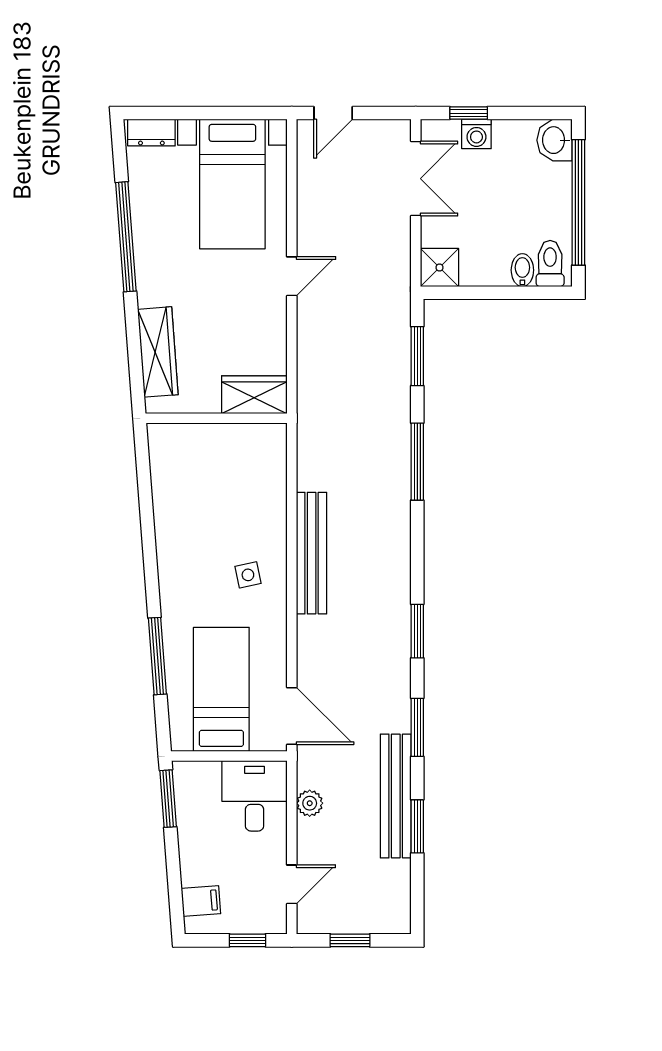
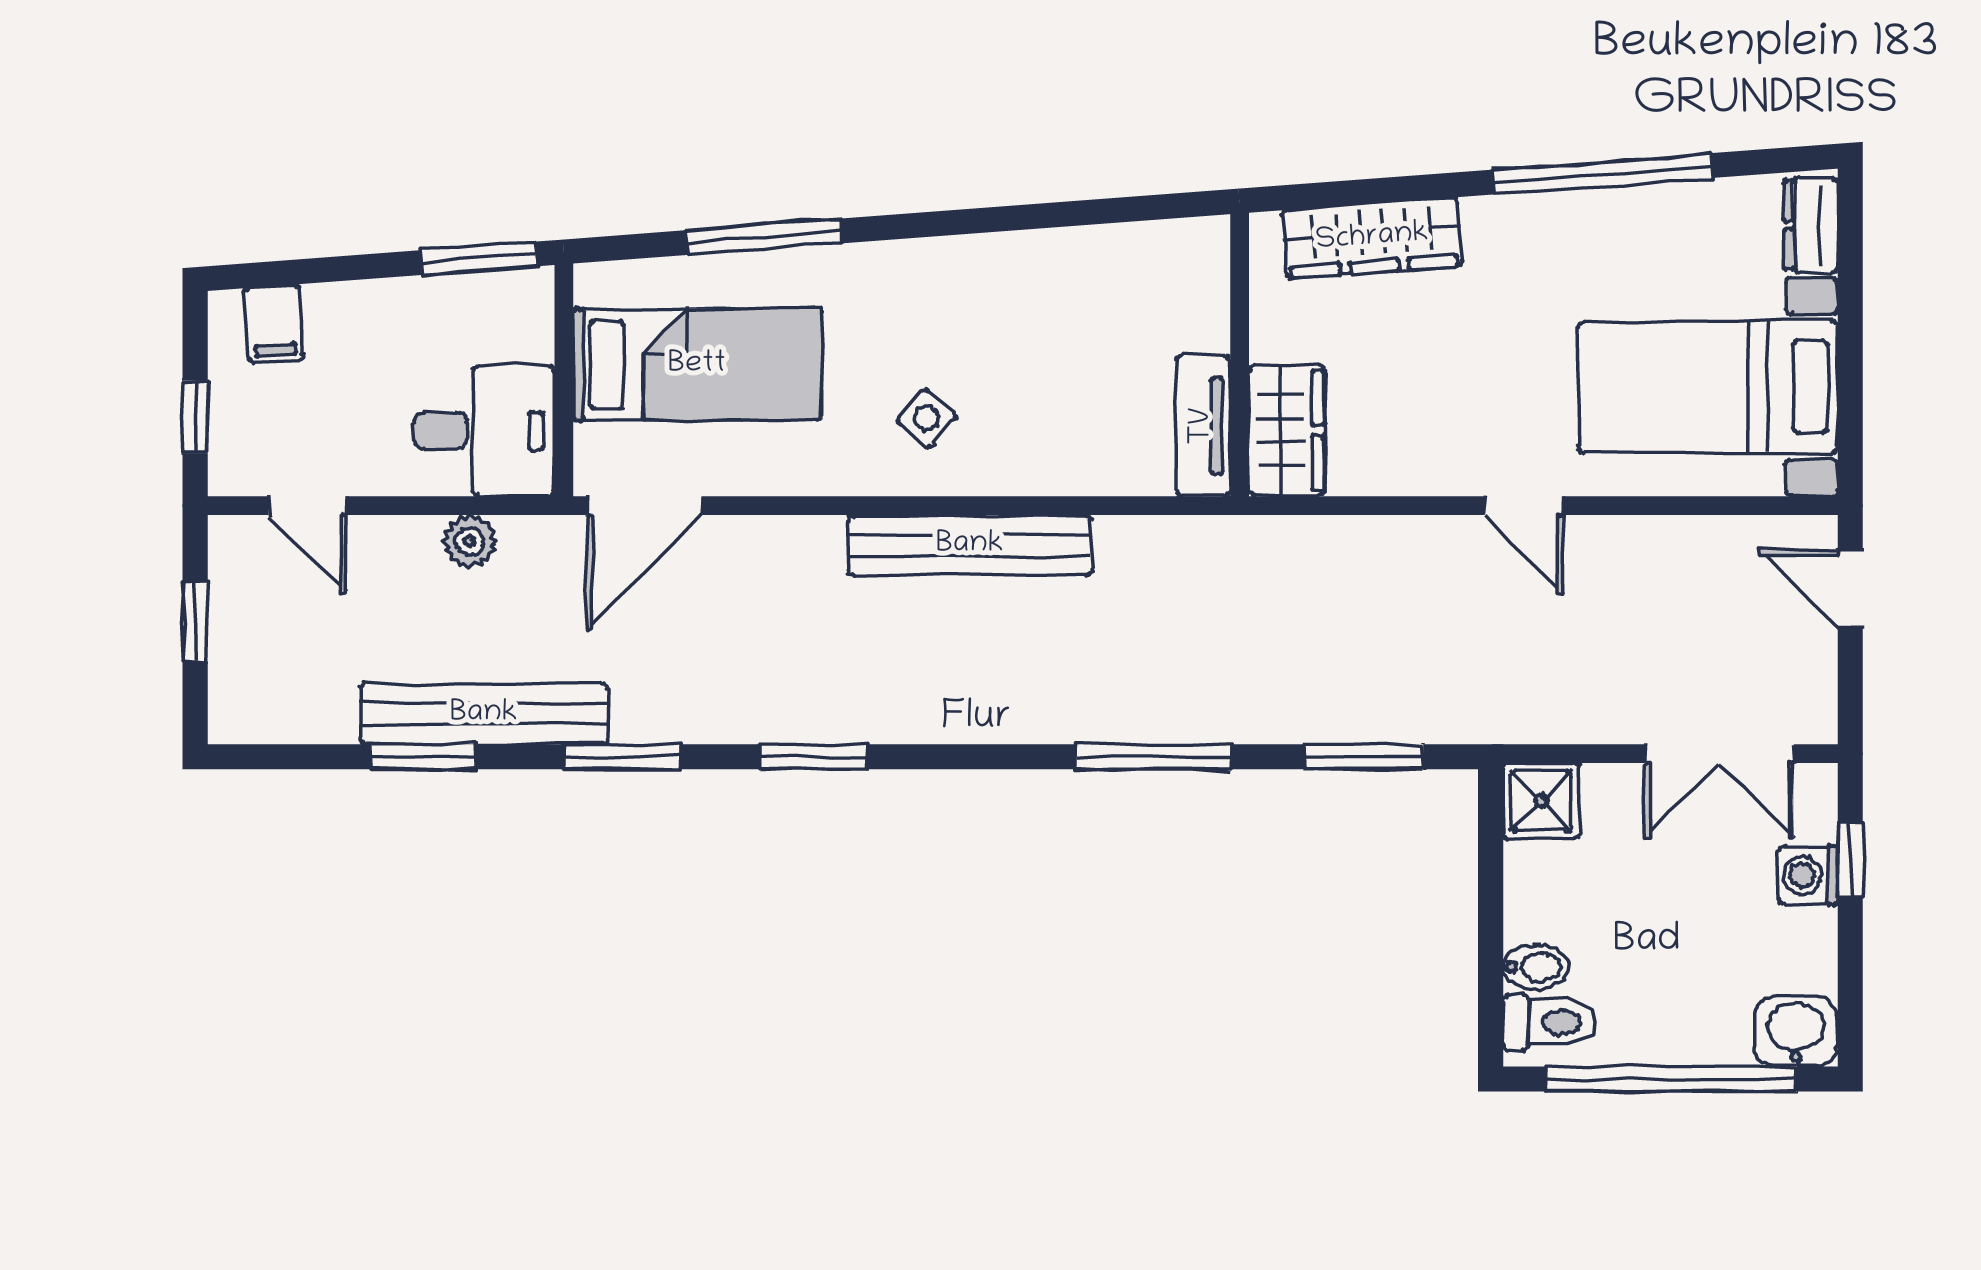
tv unit: (252, 436) -> (1203, 426), added
side table: (248, 575) -> (926, 418), turned -38

